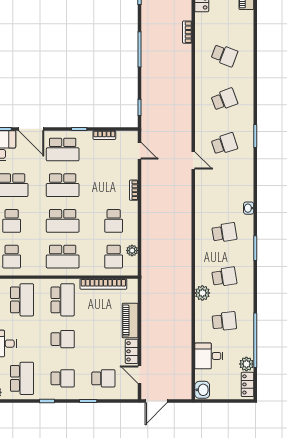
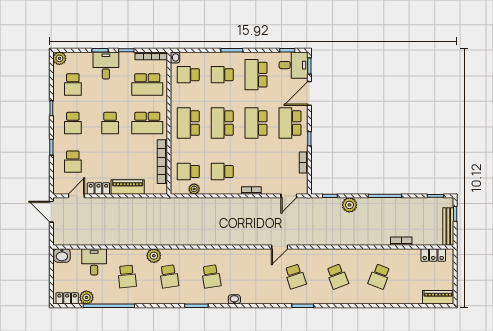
plant: (149, 87) -> (349, 205), added
school desk: (22, 378) -> (73, 84), width x0.54

